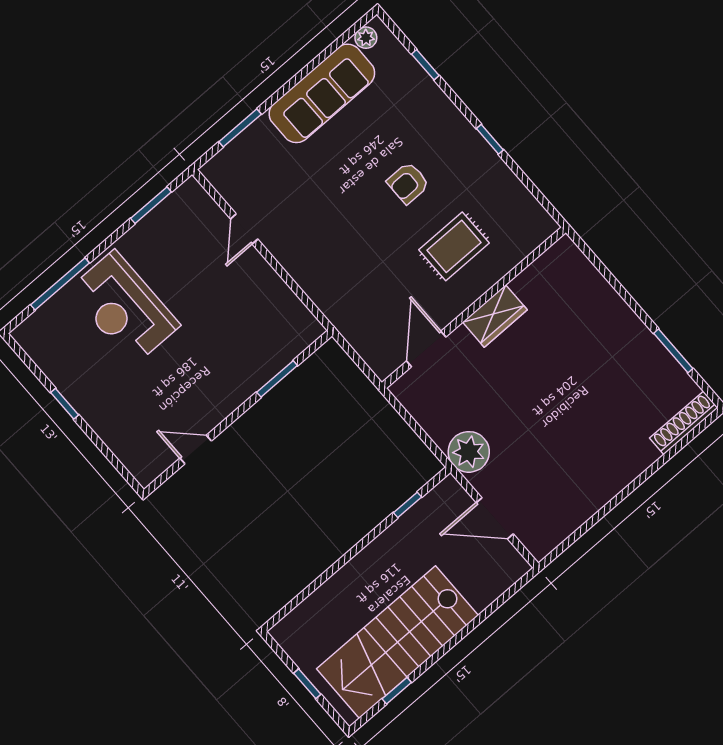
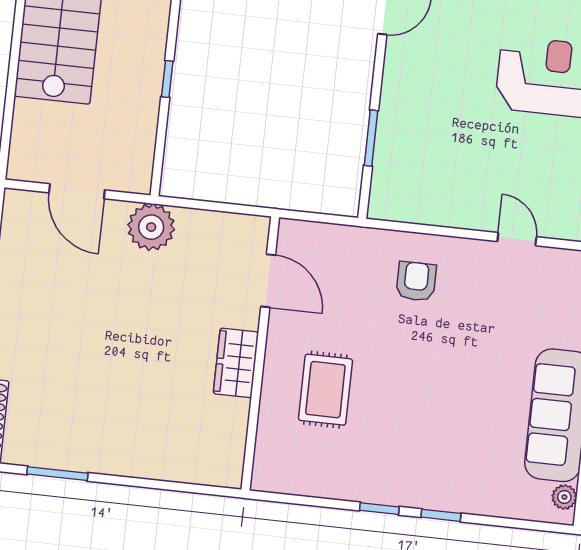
window: (425, 65) -> (441, 515), moved
armchair: (408, 183) -> (416, 281), moved
window: (408, 505) -> (167, 79), moved
door: (495, 518) -> (77, 191), swing flipped

